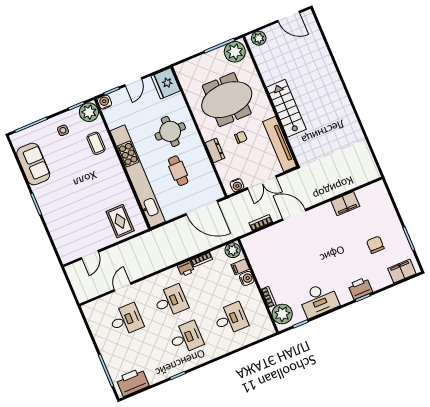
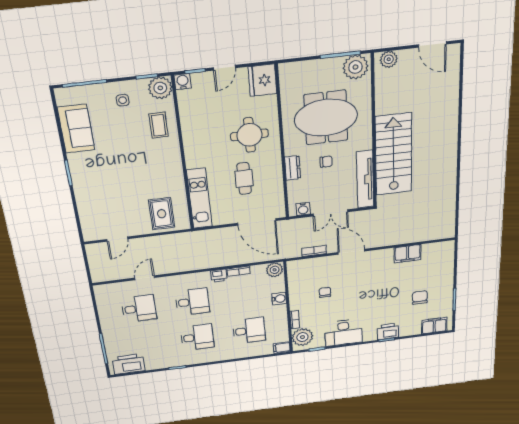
stairs: (286, 108) -> (394, 154), width x1.36, depth x1.51
kitchen unit: (138, 176) -> (199, 198), width x0.54
chair: (286, 262) -> (325, 292), added
filing cabinet: (240, 267) -> (282, 348), moved

